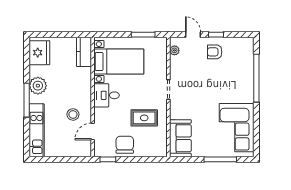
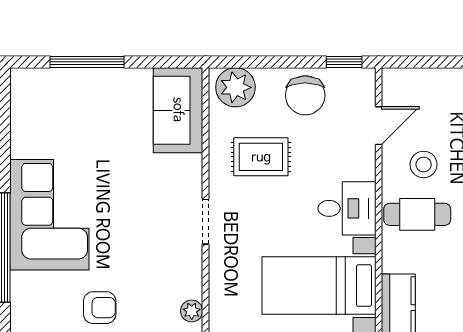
cafe table: (76, 93) -> (417, 214), added
corner sofa: (237, 128) -> (49, 215), moved
plant: (155, 148) -> (235, 87), added

